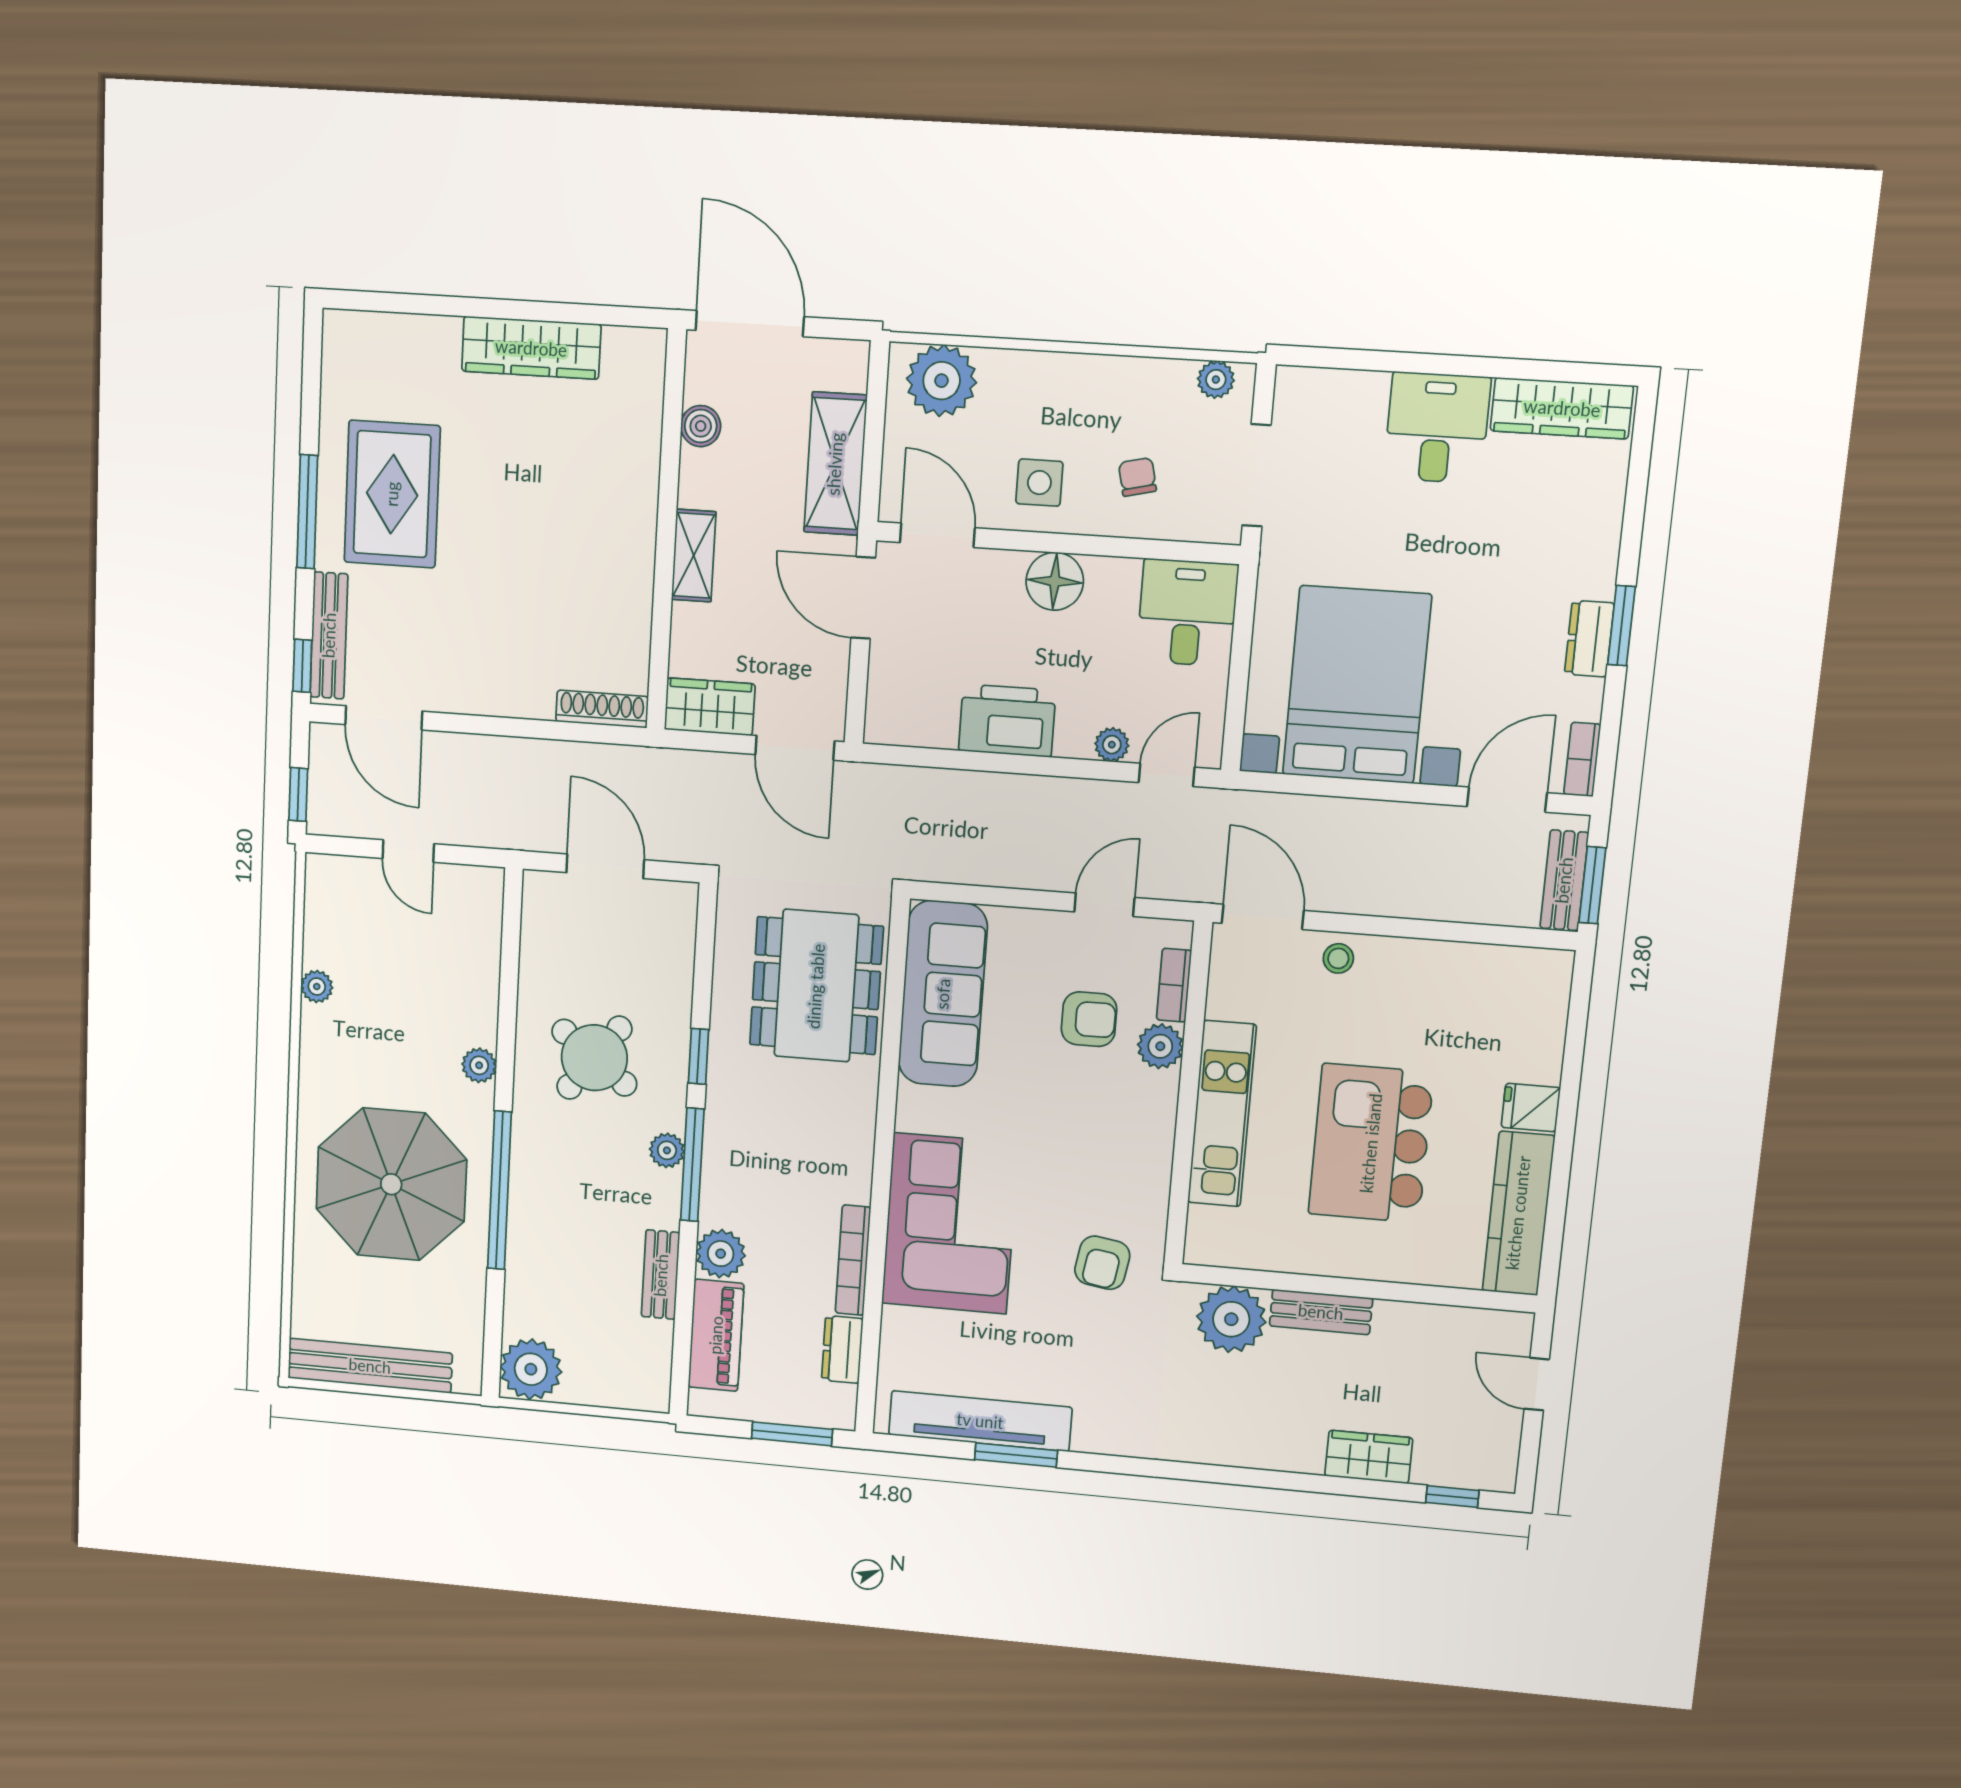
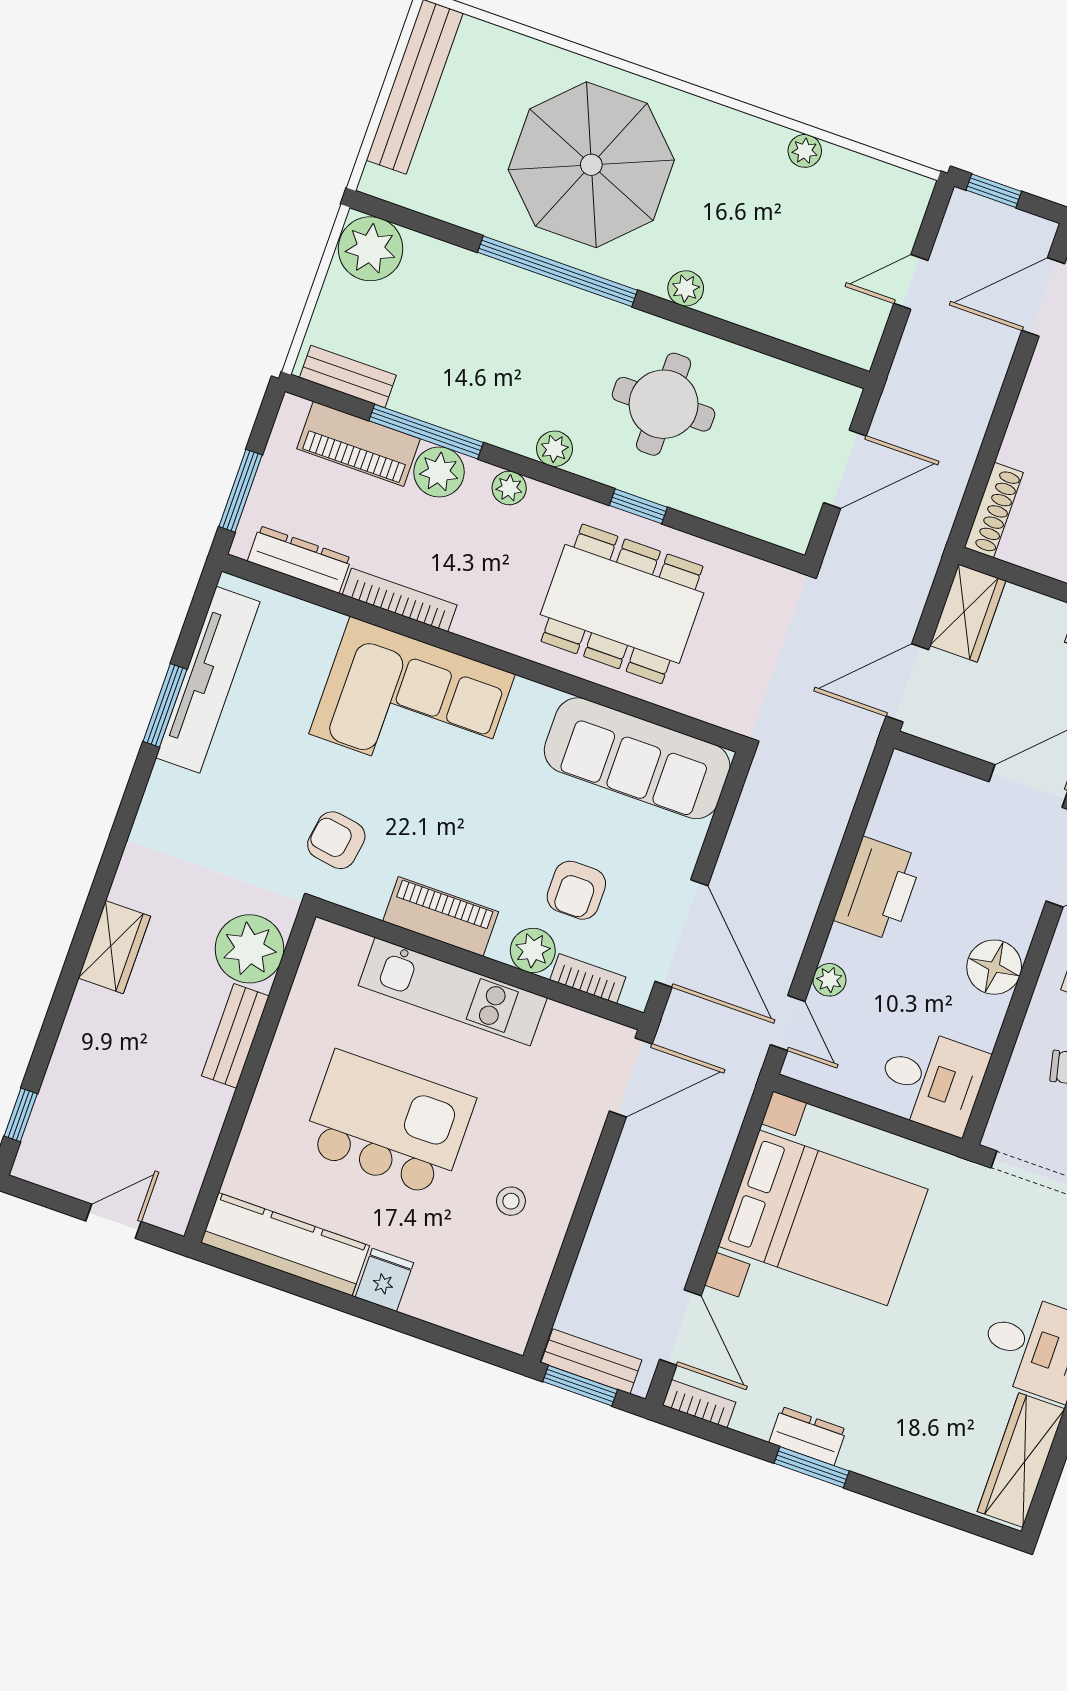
door: (1104, 905) -> (681, 933), width x1.87
stool: (1338, 958) -> (511, 1201), moved
dining table: (816, 986) -> (622, 604), moved
round table: (594, 1058) -> (664, 404), turned -37
piano: (1150, 1144) -> (441, 916), added
window: (692, 1165) -> (426, 432), moved
plant: (717, 1184) -> (509, 488), added
bench: (661, 1275) -> (348, 376), moved
dresser: (842, 1349) -> (299, 560), width x1.44
wardrobe: (1369, 1457) -> (114, 947), moved

